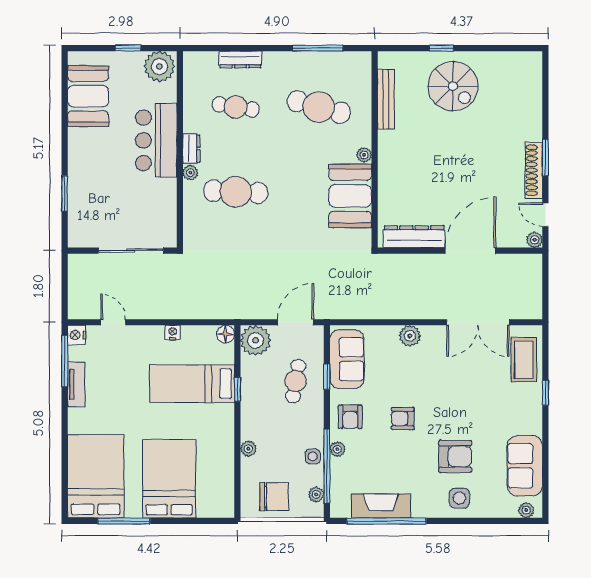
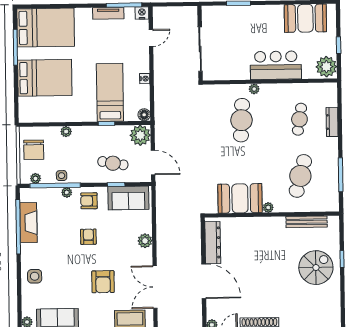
spiral stairs: (453, 86) -> (316, 268), turned 180
dresser: (191, 148) -> (271, 89), removed
armchair: (455, 457) -> (103, 282), moved

